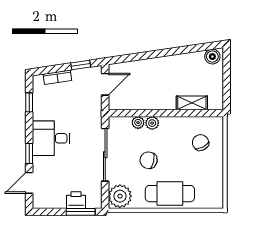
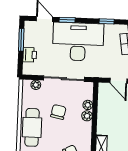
desk: (51, 138) -> (78, 42), width x1.87, depth x1.30
plant: (120, 196) -> (36, 85), width x0.53, depth x0.53
window: (81, 212) -> (21, 40), moved

